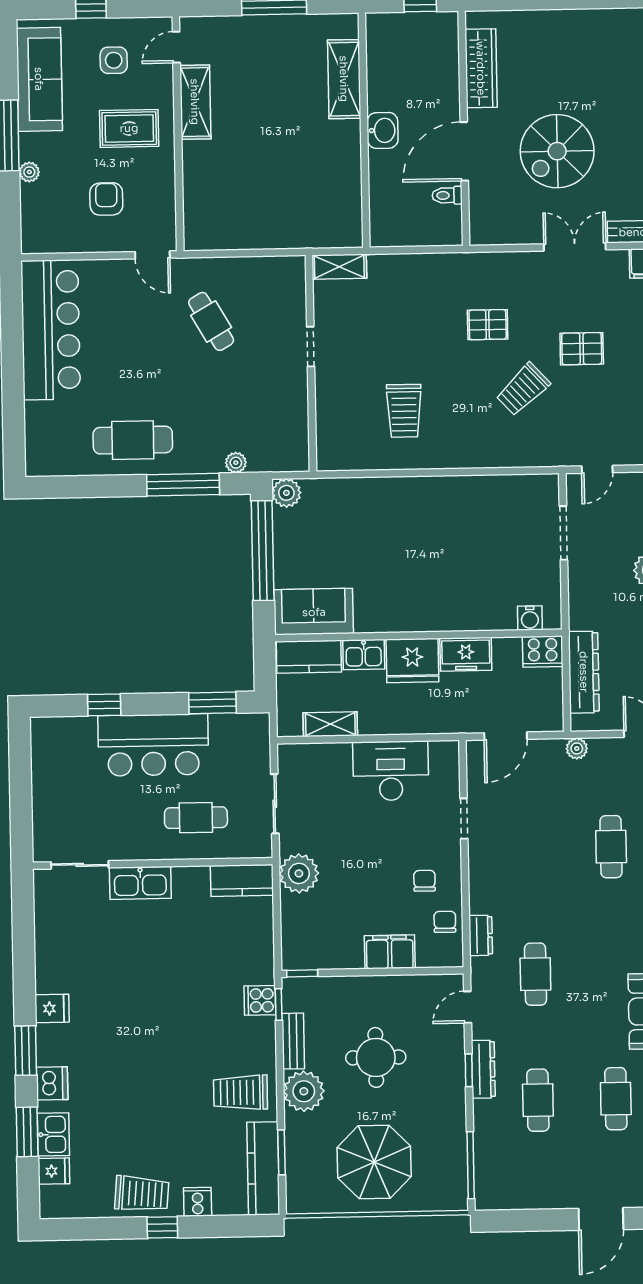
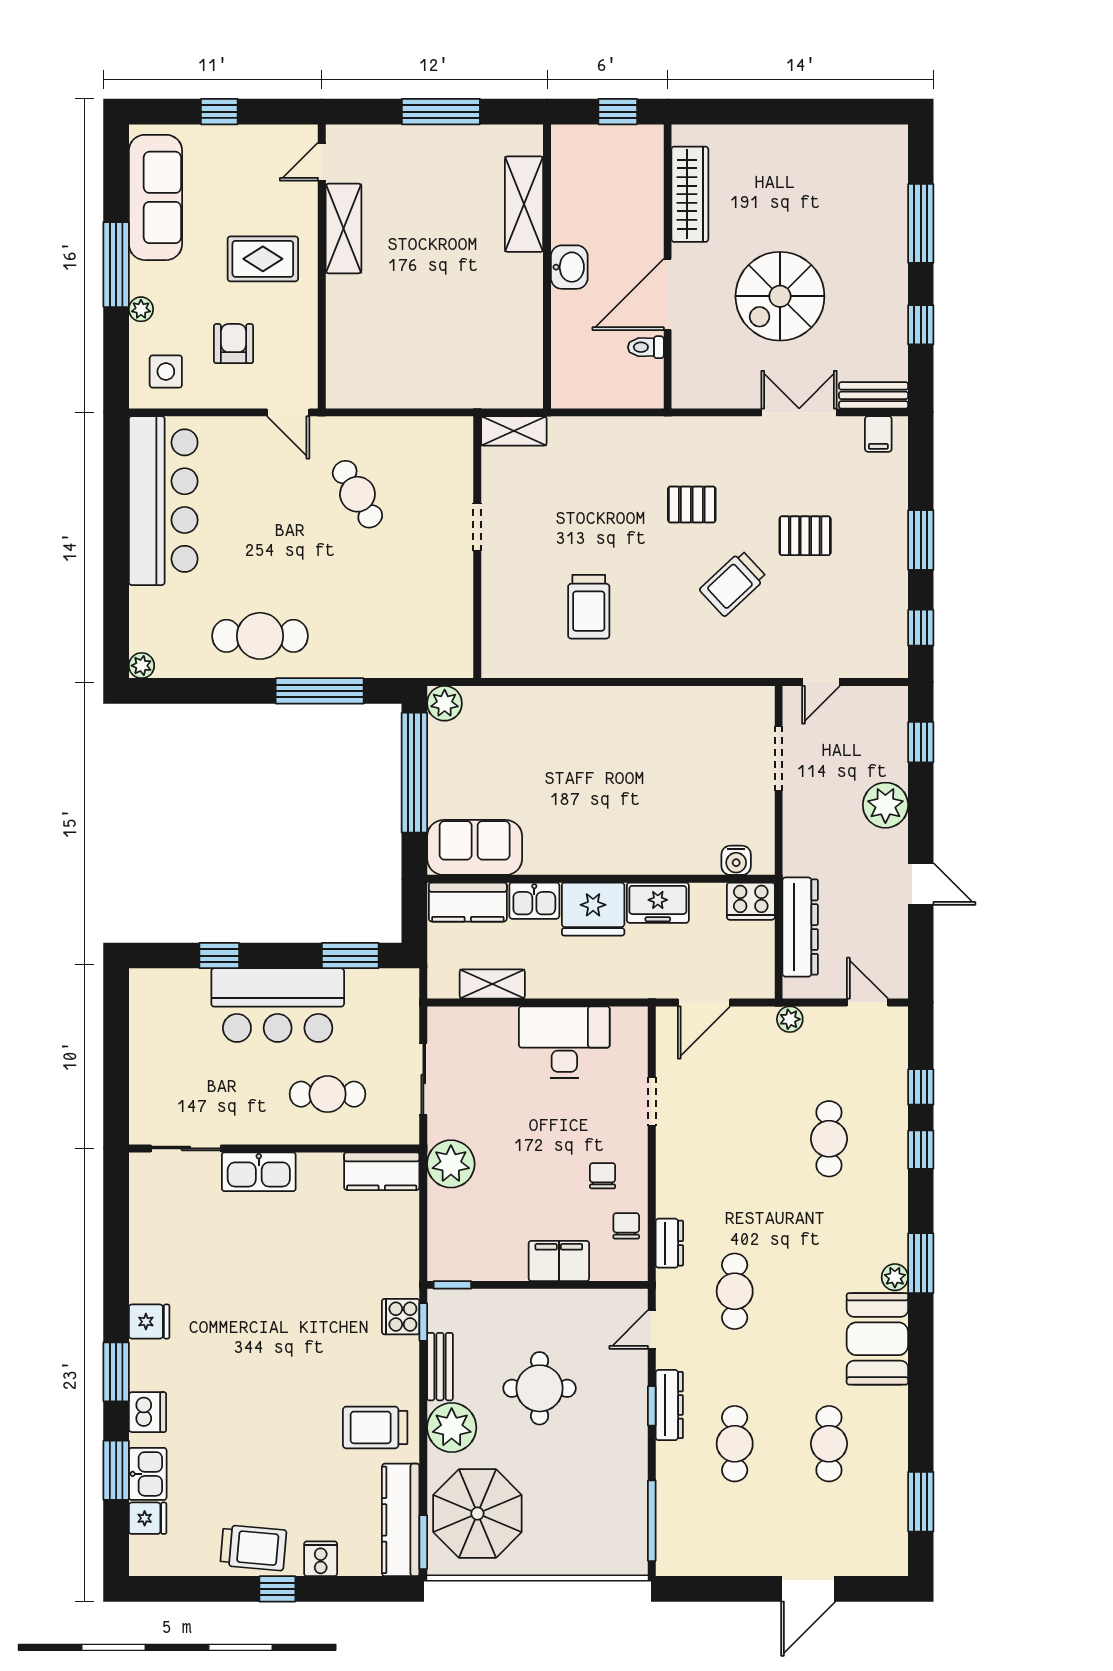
side table: (114, 60) -> (166, 372), moved
plant: (236, 463) -> (142, 666), moved
window: (281, 1152) -> (423, 1542), moved
parasol: (374, 1162) -> (477, 1514), moved

